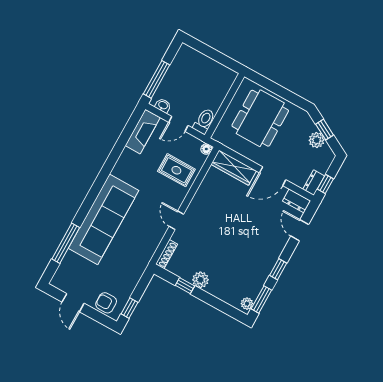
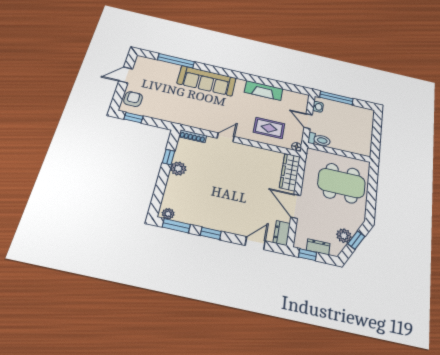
fireplace: (143, 132) -> (264, 90), moved
rug: (176, 170) -> (269, 128), turned 90
dresser: (314, 183) -> (318, 247), moved
sofa: (103, 219) -> (207, 81), width x0.74, depth x0.79

